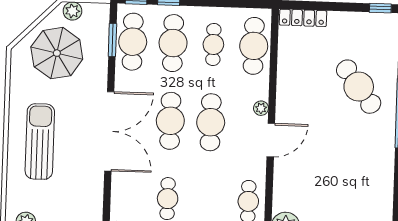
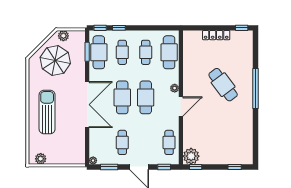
locker: (303, 18) -> (216, 35), moved
cafe table: (173, 43) -> (122, 52), width x0.73, depth x0.74
cafe table: (359, 87) -> (223, 85), moved

